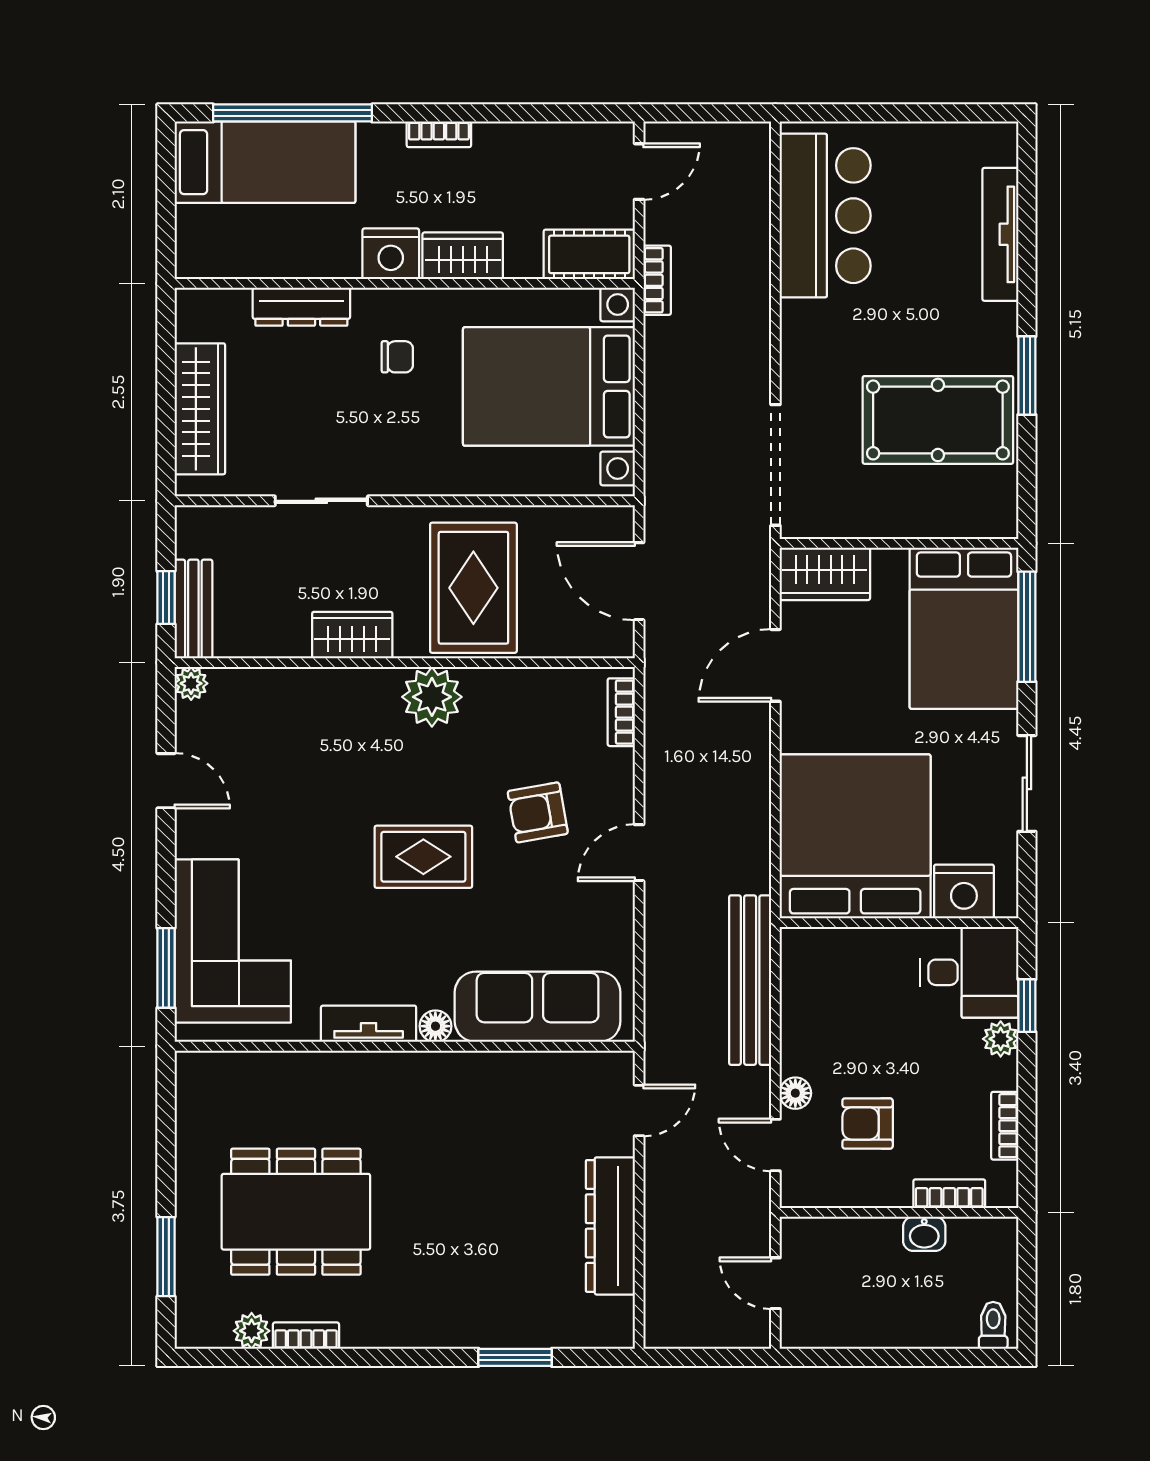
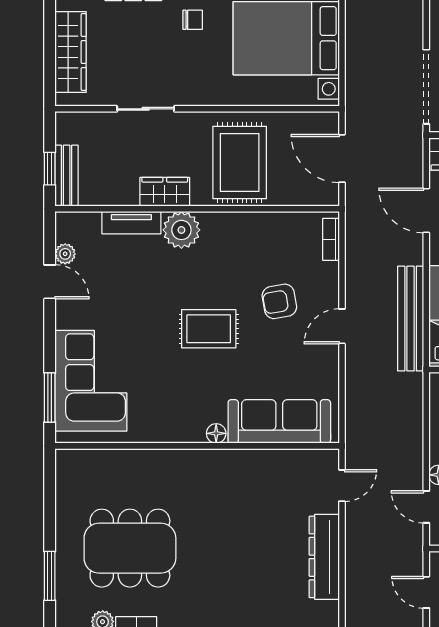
door: (775, 665) -> (426, 211), hinge flipped
plant: (191, 683) -> (65, 254), moved
plant: (432, 697) -> (181, 230), moved
bench: (750, 980) -> (411, 319), moved
tv unit: (369, 1024) -> (131, 223), moved, turned 180

